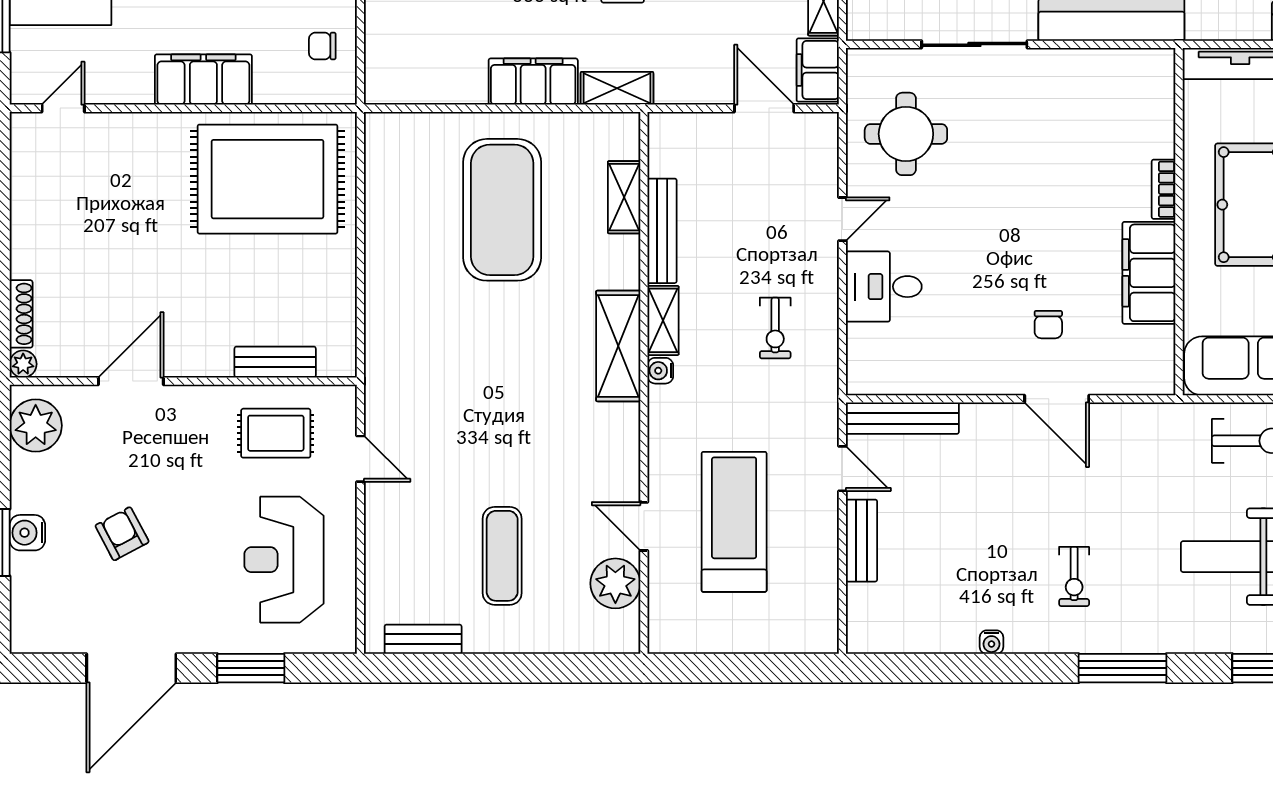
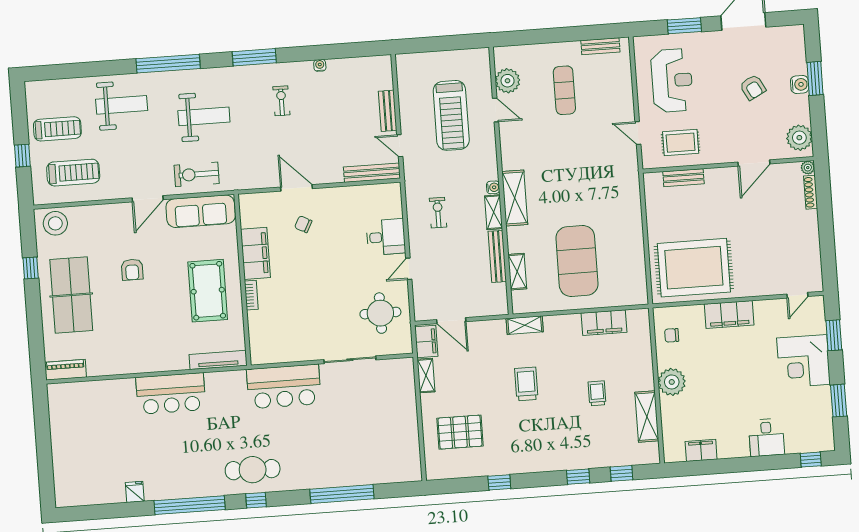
chair: (322, 46) -> (672, 335), turned 180
filing cabinet: (533, 82) -> (604, 323), moved
chair: (1048, 325) -> (303, 224), turned -62

